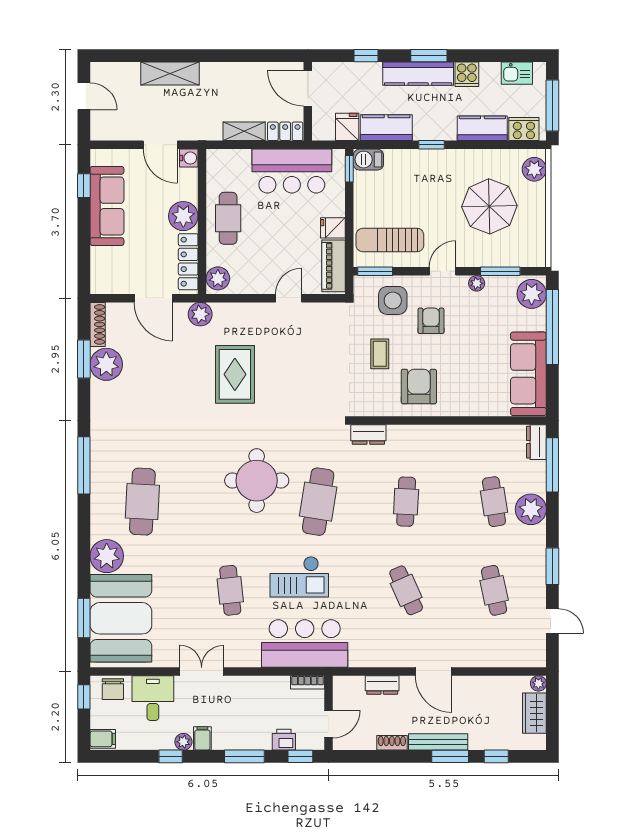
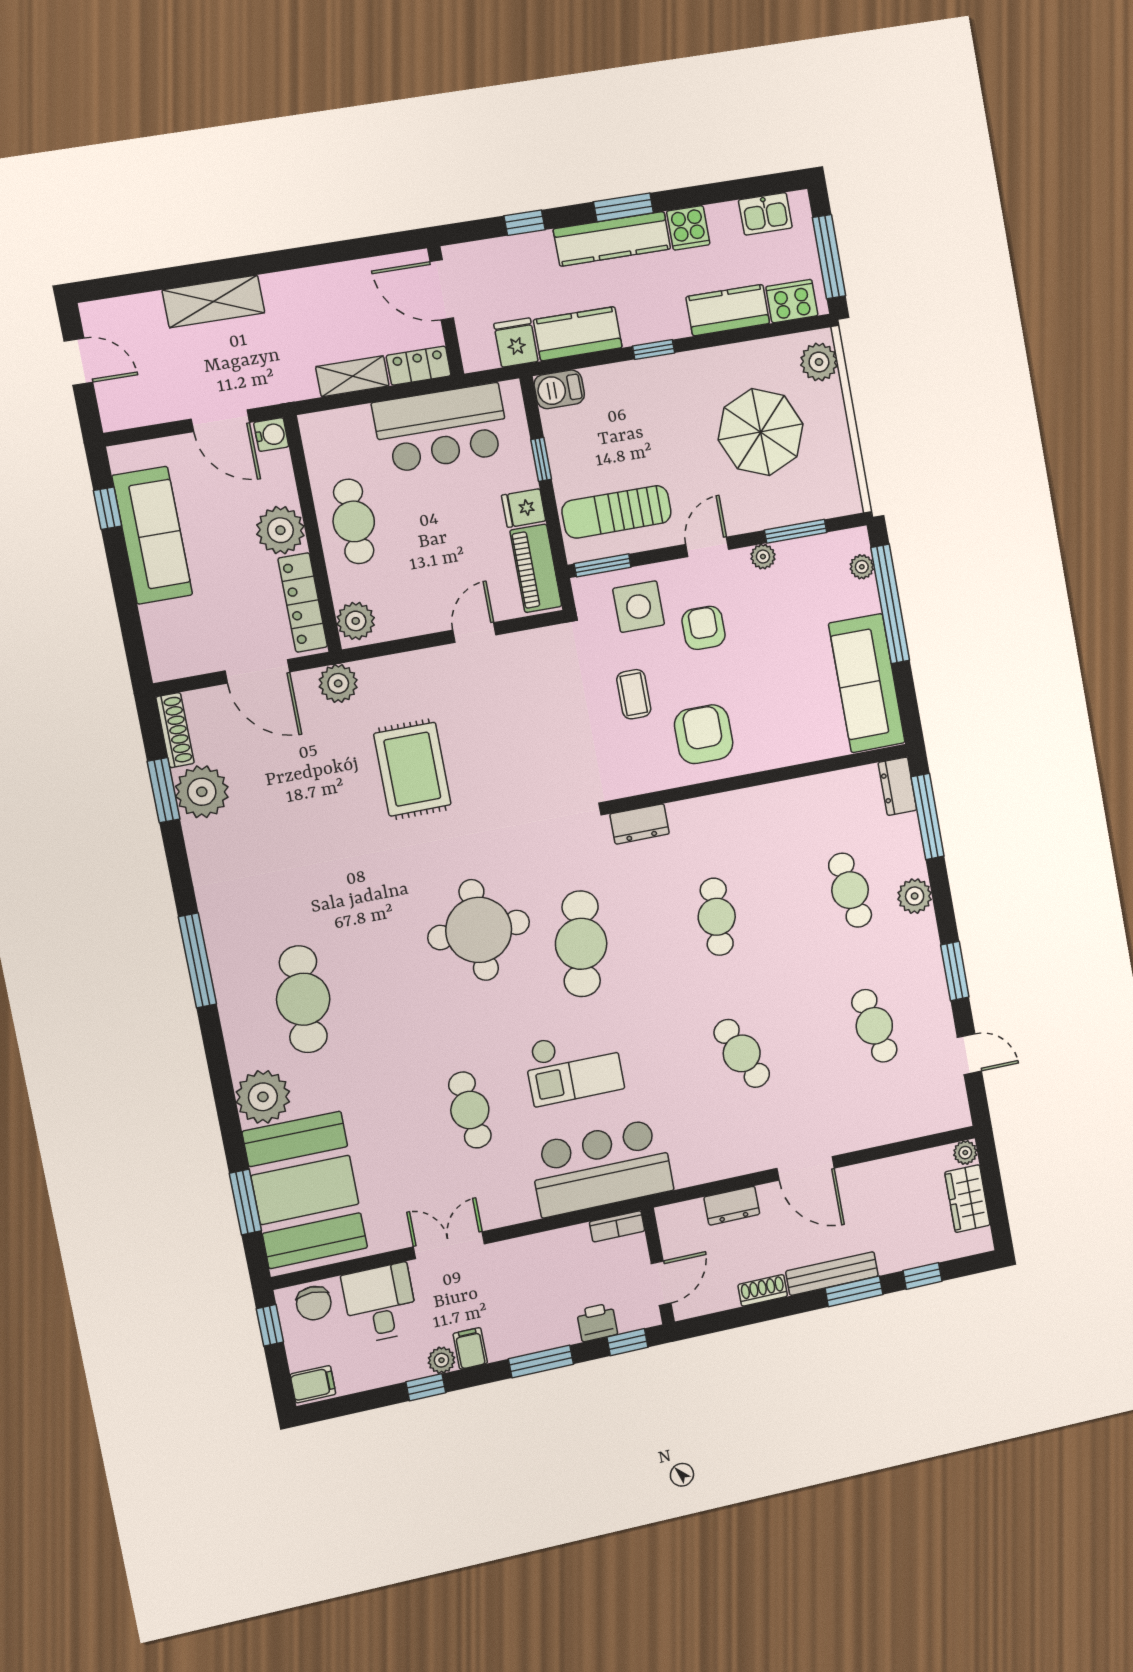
window: (349, 169) -> (541, 459), moved
plant: (532, 294) -> (862, 567), width x0.53, depth x0.53
plant: (531, 509) -> (915, 896), width x0.73, depth x0.73

